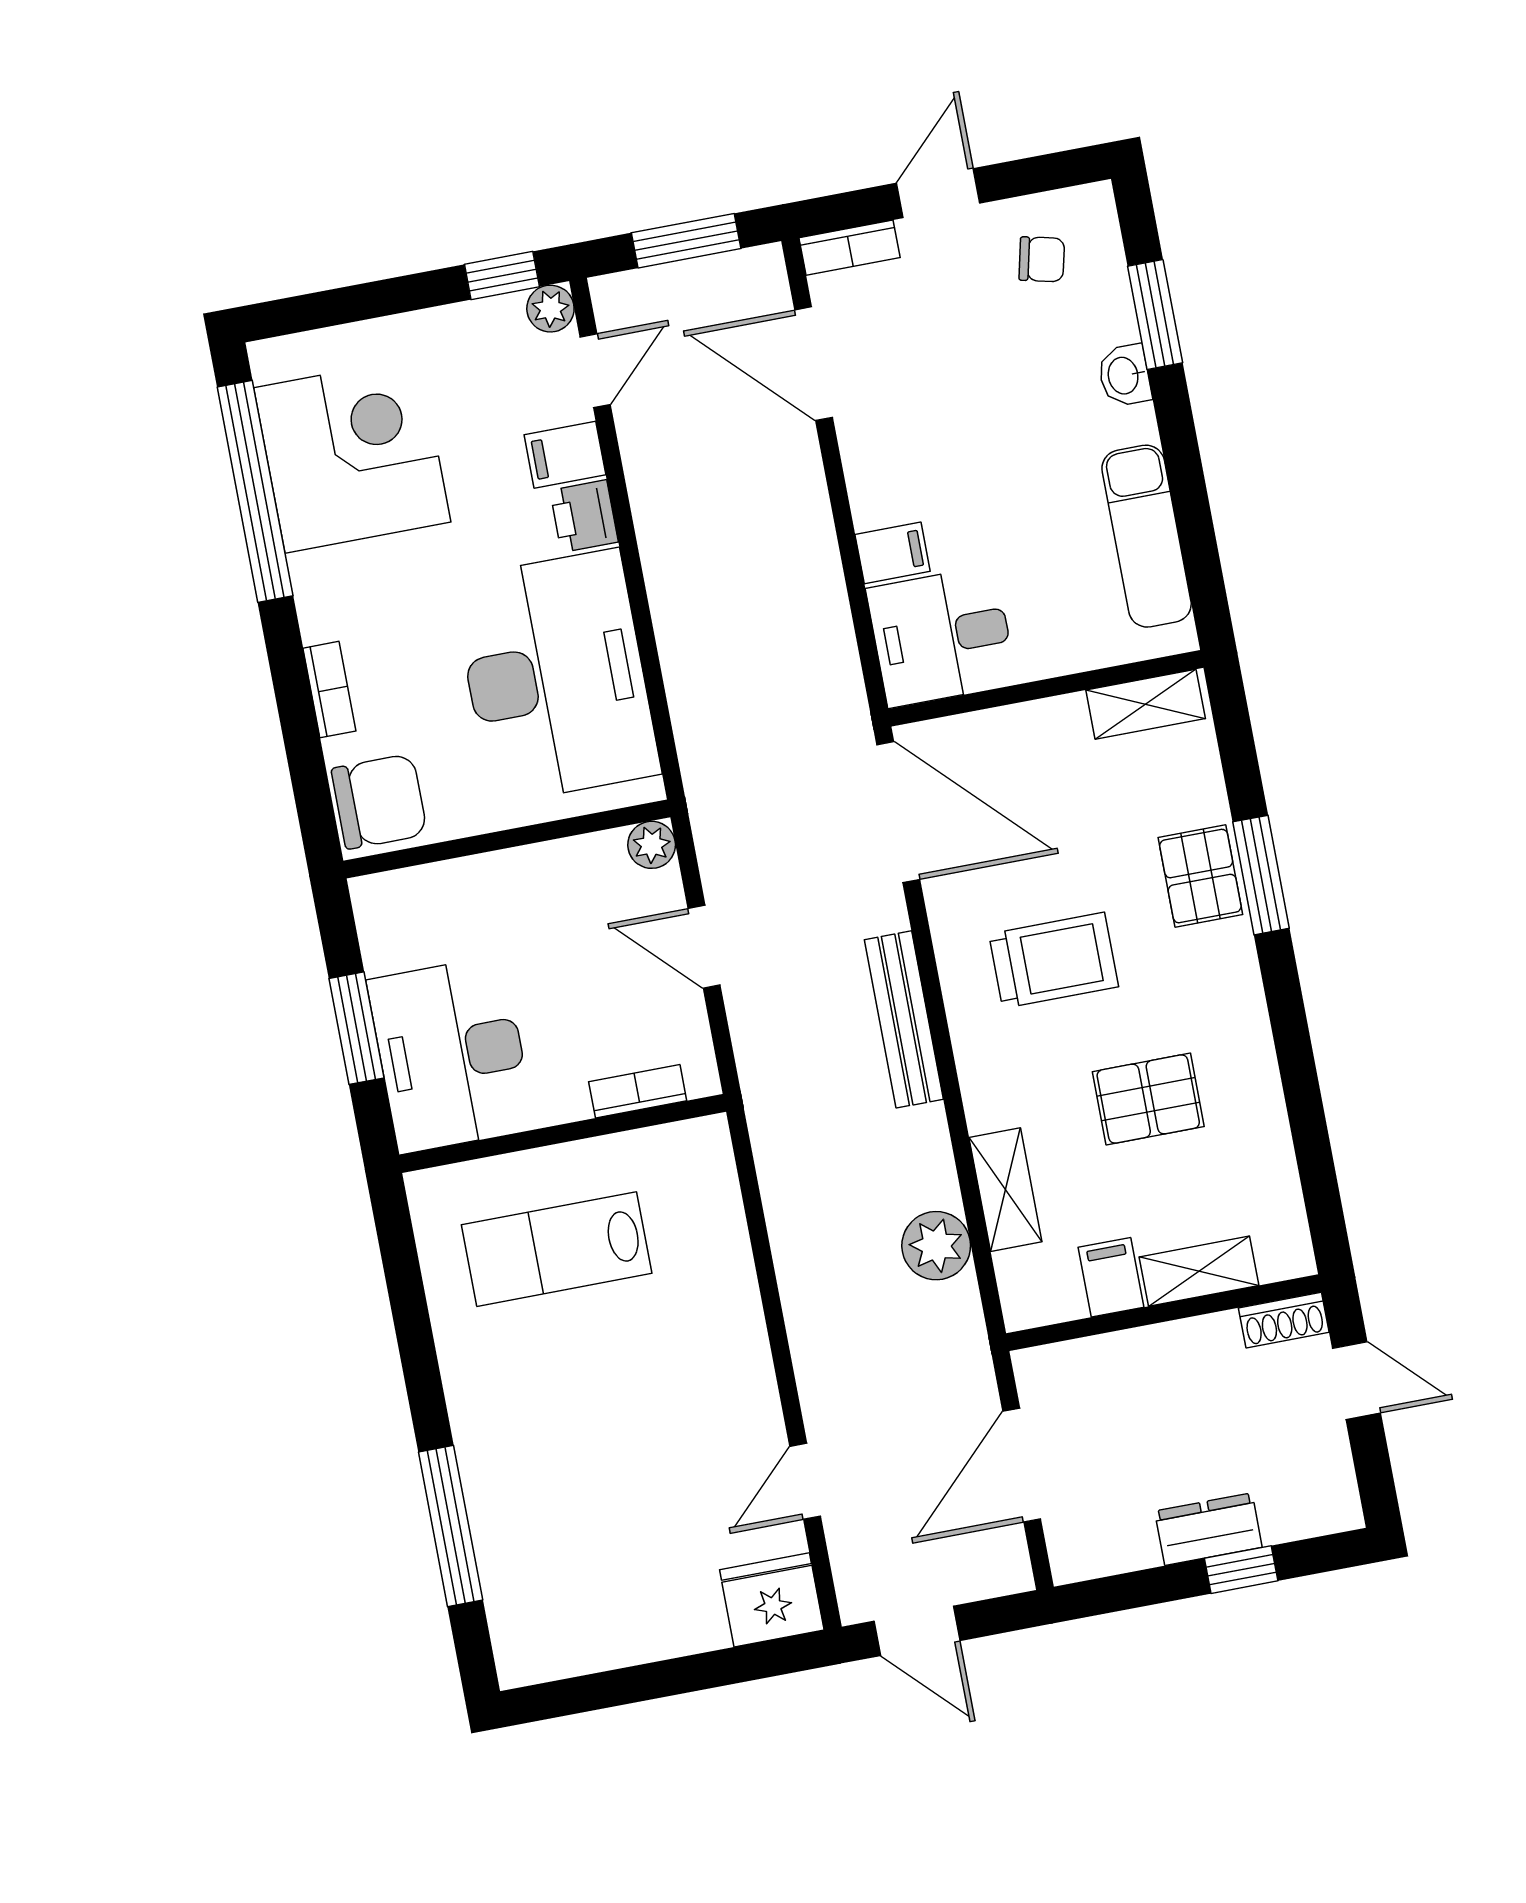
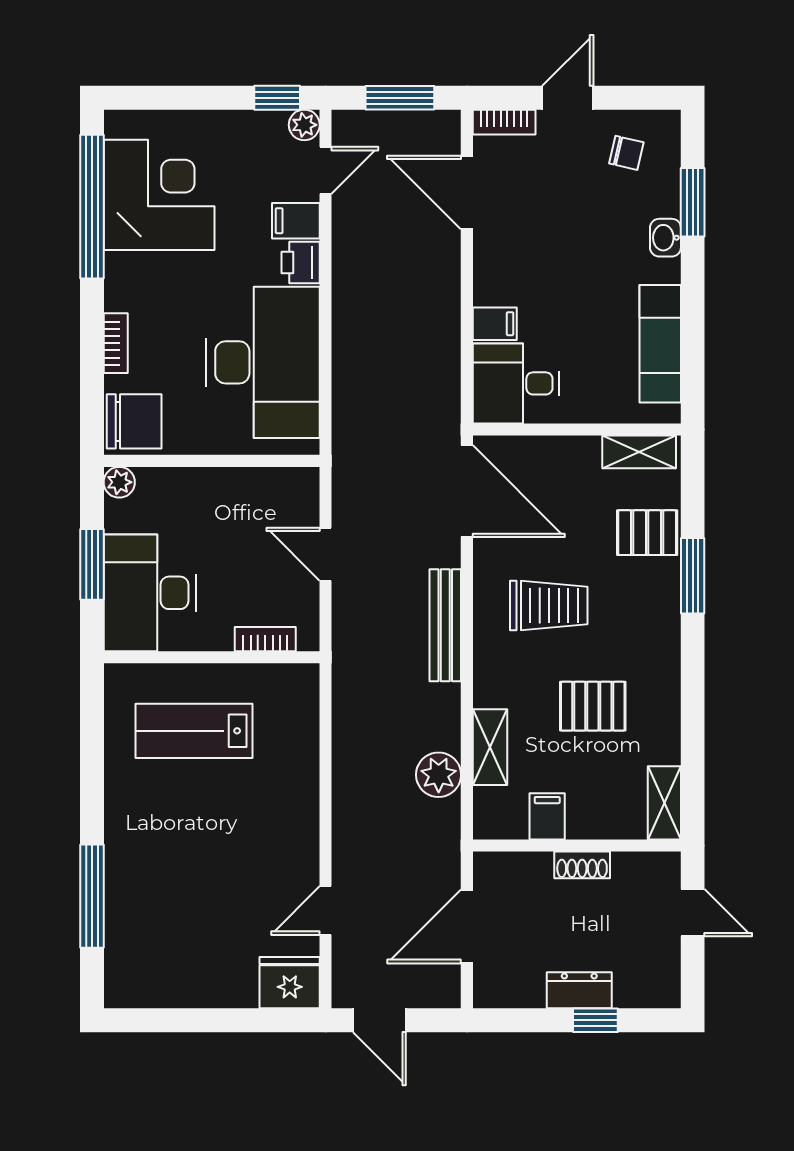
plant: (652, 845) -> (119, 482), moved
pallet: (1200, 876) -> (647, 533), moved, turned 90
shelving: (1199, 1271) -> (664, 803), moved, turned 90
shoe rack: (1284, 1320) -> (582, 865), moved

